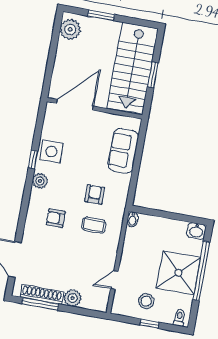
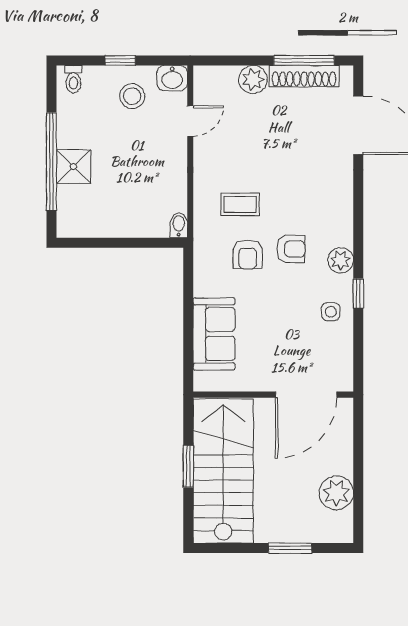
plant: (70, 29) -> (336, 493), moved
side table: (51, 151) -> (331, 312), width x0.54, depth x0.54
armchair: (56, 218) -> (291, 249), moved
washbasin: (196, 231) -> (172, 78), moved, turned 180
shower: (178, 273) -> (73, 167), width x0.54, depth x0.54

